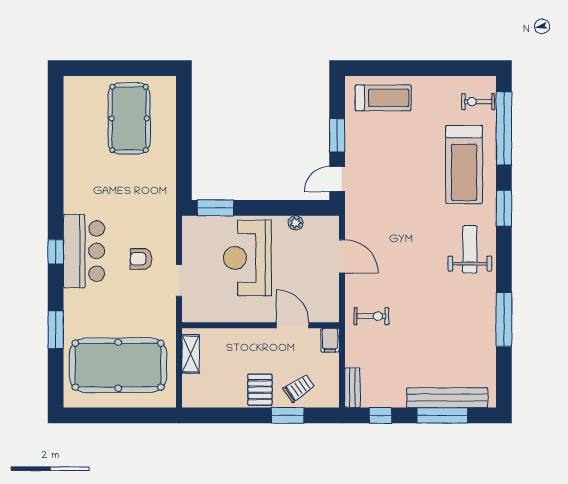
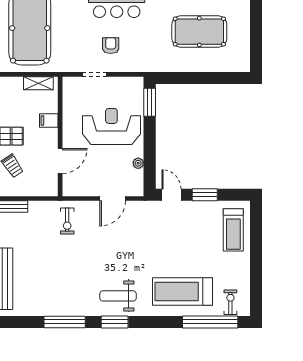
pool table: (129, 118) -> (199, 32), moved
window: (504, 208) -> (115, 322), moved
weight bench: (470, 249) -> (118, 296), turned 180
filing cabinet: (330, 340) -> (49, 120), moved

